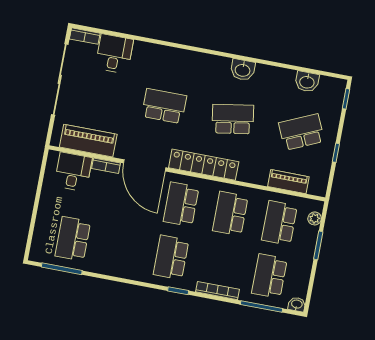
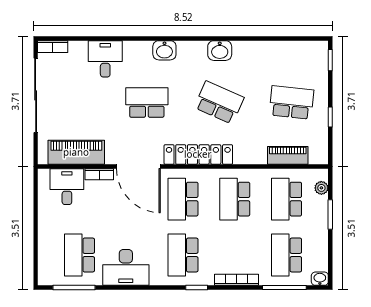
desk: (114, 54) -> (105, 59), moved
washbasin: (307, 82) -> (164, 50), moved
school desk: (233, 119) -> (219, 102), turned 33
school desk: (301, 132) -> (291, 102), turned 30
desk: (115, 259) -> (126, 267), added

